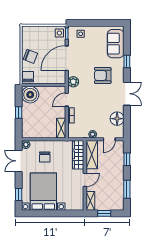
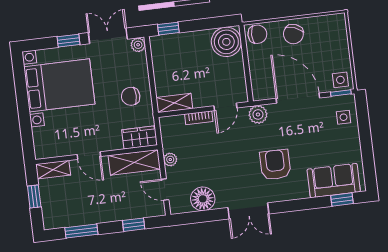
window: (127, 61) -> (342, 199), moved
door: (67, 100) -> (225, 107), swing flipped
window: (19, 112) -> (168, 29), moved
wardrobe: (78, 155) -> (140, 137), width x0.67
chair: (45, 157) -> (131, 96), moved
window: (19, 194) -> (68, 41), moved

